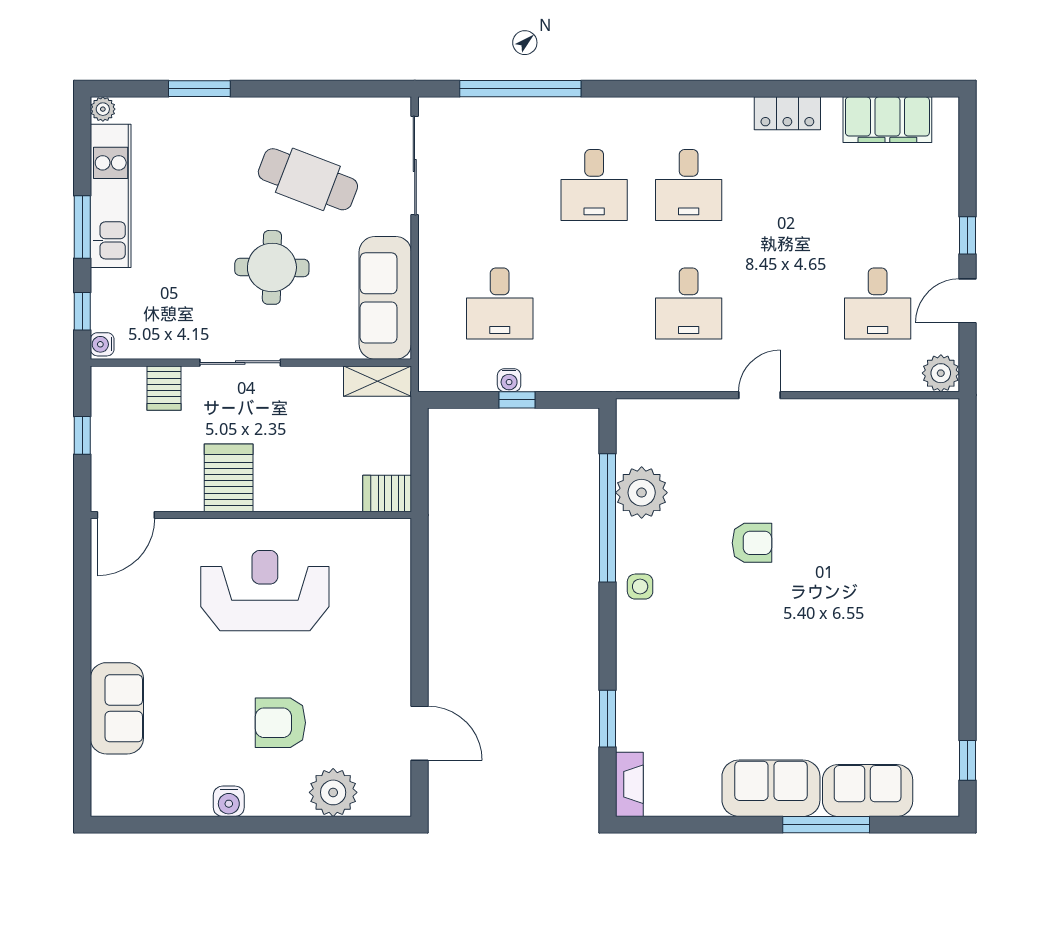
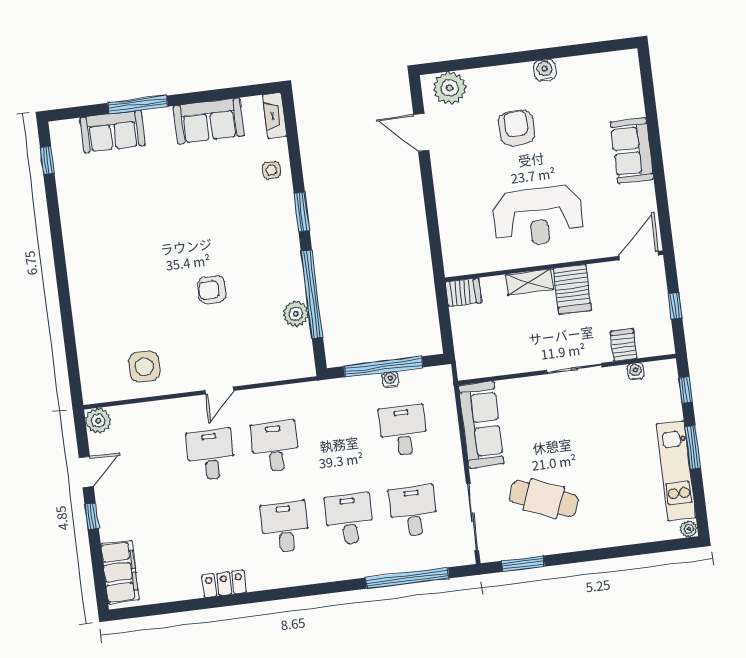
window: (199, 89) -> (523, 564), moved
filing cabinet: (887, 120) -> (120, 572), moved, turned 90
desk: (500, 185) -> (413, 511), added
round table: (272, 267) -> (561, 436), removed
desk: (878, 304) -> (211, 455), moved
water cooler: (102, 344) -> (636, 371), moved, turned -90
shelving: (378, 381) -> (530, 282), moved
window: (517, 400) -> (383, 367), width x3.17
side table: (864, 443) -> (144, 367), added
plant: (642, 493) -> (296, 314), width x0.73, depth x0.73
side table: (640, 587) -> (271, 170), moved
sofa: (117, 708) -> (632, 150), moved
window: (608, 719) -> (302, 212), moved
armchair: (280, 723) -> (517, 128), turned -90
sofa: (771, 788) -> (209, 121), moved
plant: (333, 792) -> (450, 88), moved

